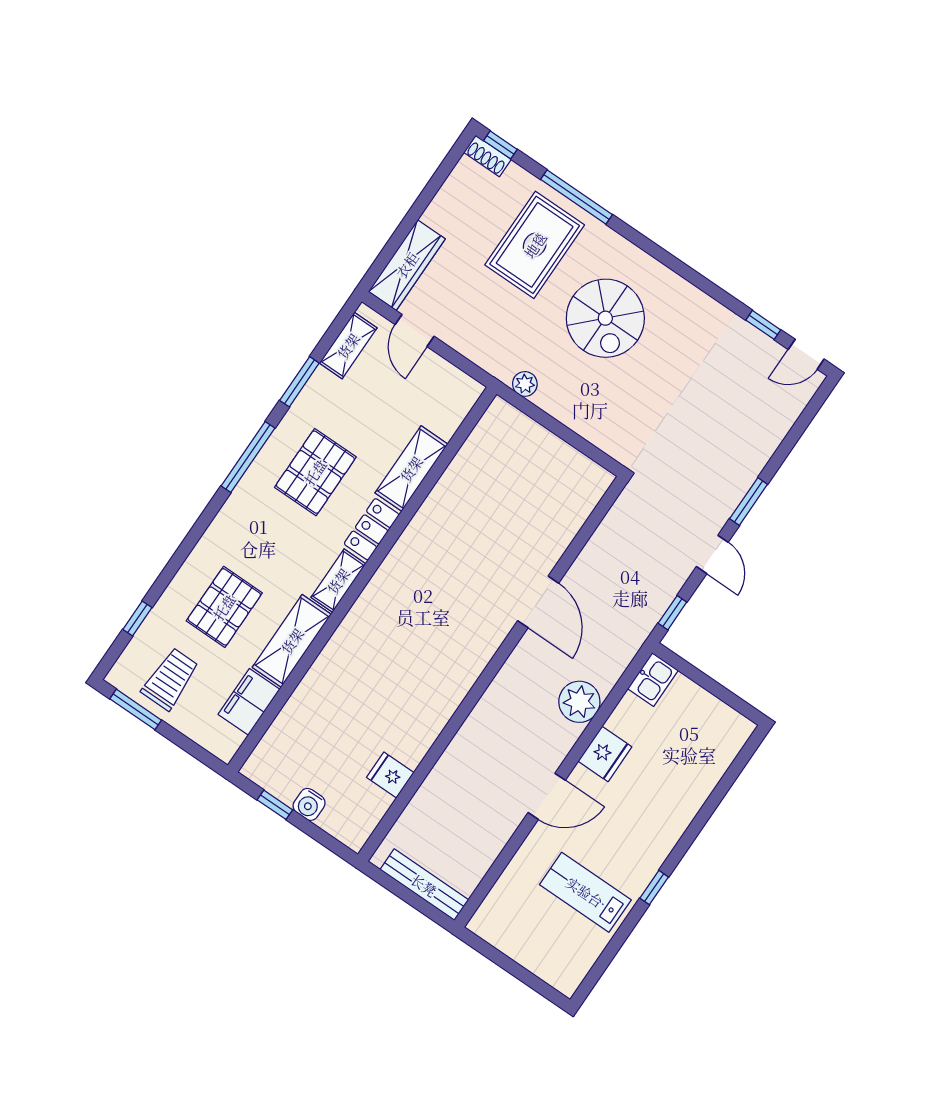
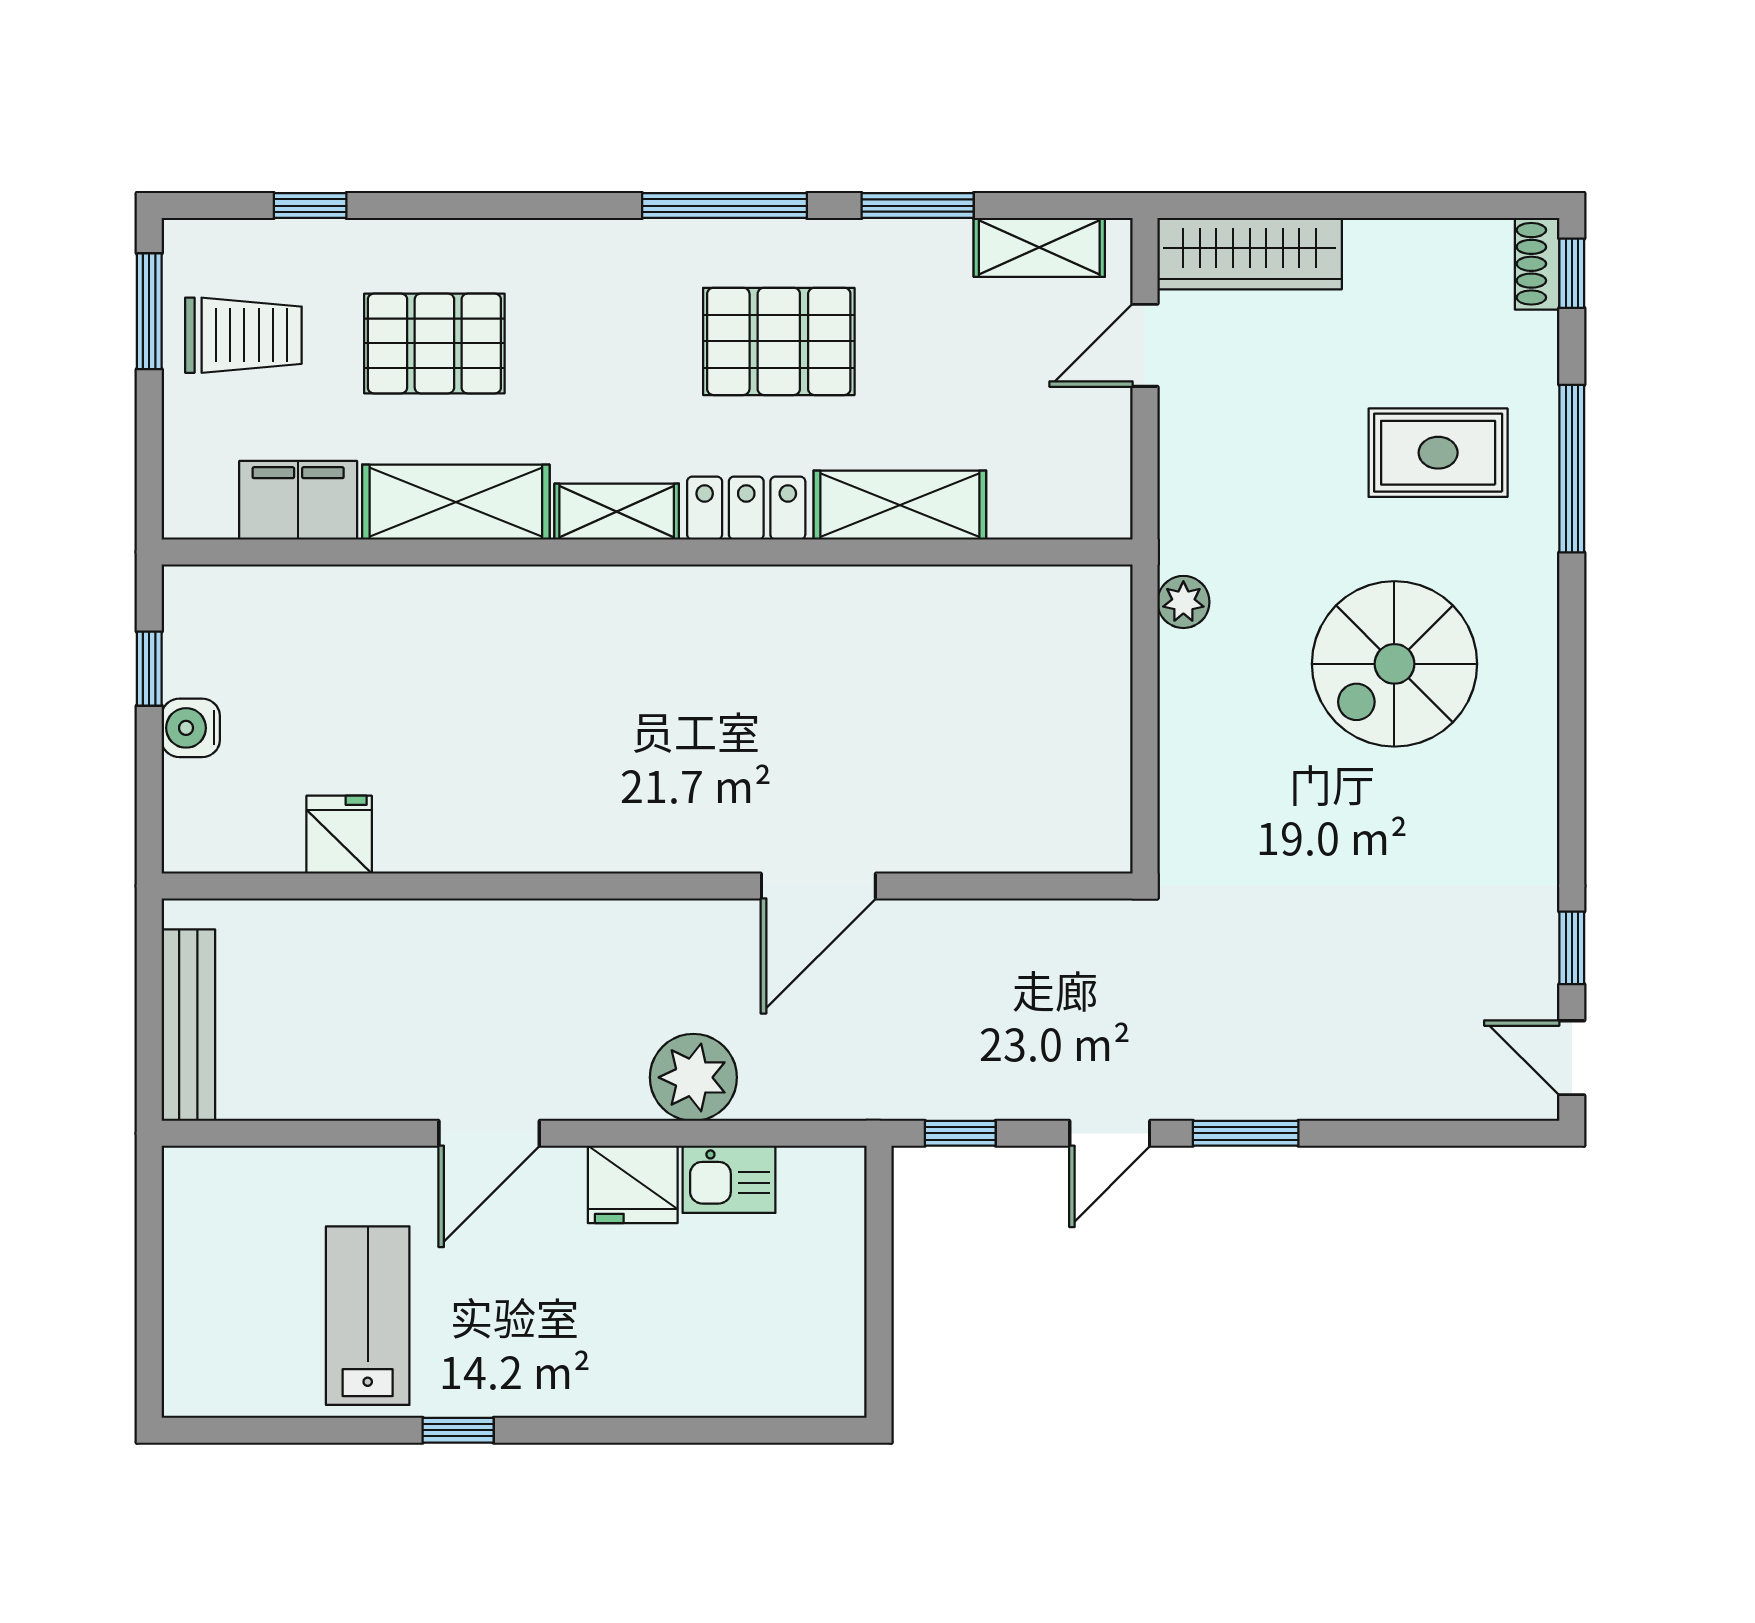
rug: (535, 245) -> (1438, 453), width x0.73, depth x0.70
kitchen sink: (653, 680) -> (729, 1179), moved
door: (547, 796) -> (489, 1133), hinge flipped

